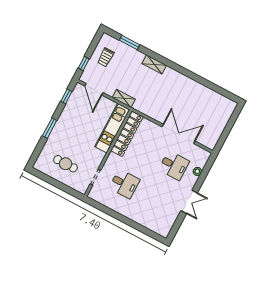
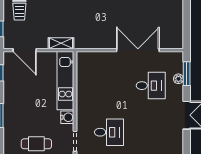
locker: (127, 134) -> (84, 79), removed
water cooler: (99, 156) -> (67, 117), added
window: (206, 171) -> (187, 74), added

